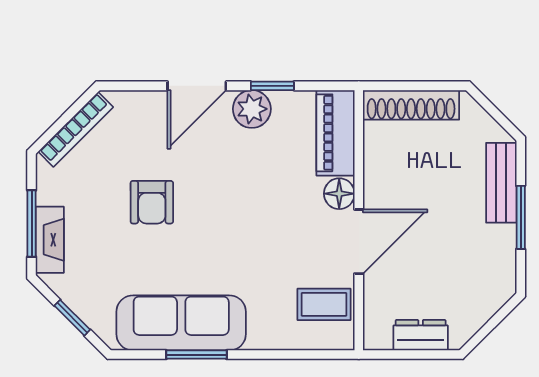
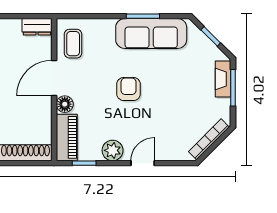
door: (197, 86) -> (143, 163), width x0.73
window: (272, 86) -> (84, 163), moved
armchair: (152, 202) -> (129, 89), moved
coffee table: (324, 304) -> (73, 44), turned 90
dresser: (421, 335) -> (37, 27), moved

